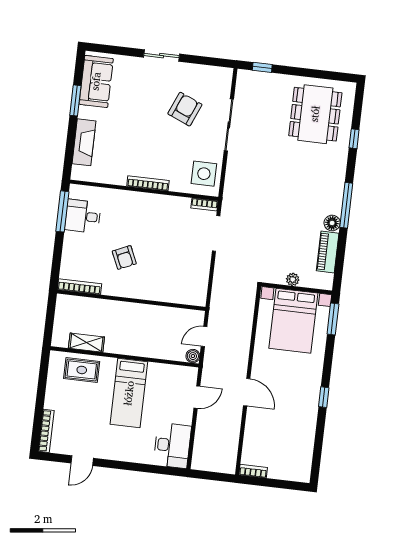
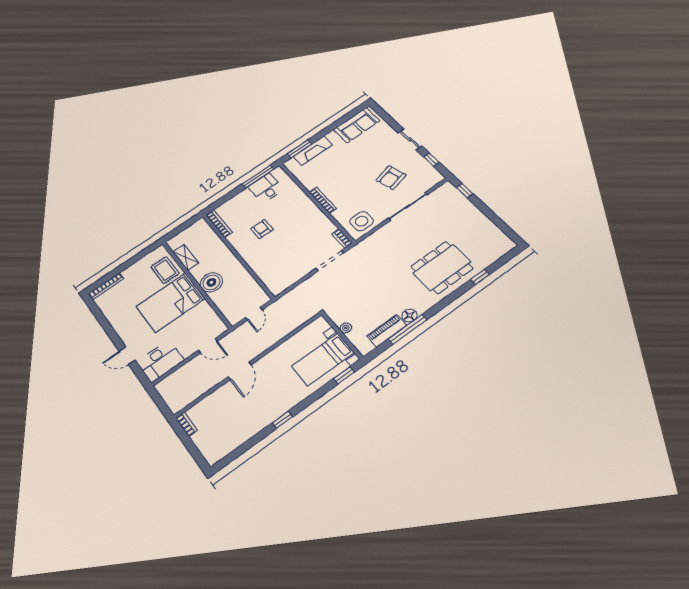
window: (202, 60) -> (431, 160), added
window: (75, 100) -> (299, 149), moved
armchair: (185, 109) -> (391, 178), turned 142
dining table: (315, 114) -> (442, 267), moved
window: (346, 205) -> (407, 329), moved
armchair: (124, 257) -> (262, 229), turned 114
window: (333, 319) -> (344, 375), width x0.67
bed with nightstands: (293, 321) -> (323, 359), width x0.73
door: (204, 336) -> (254, 314), swing flipped
boiler: (193, 356) -> (211, 282), moved, width x1.86, depth x1.86
bed: (129, 393) -> (171, 302), width x1.50
door: (82, 461) -> (127, 356), moved

